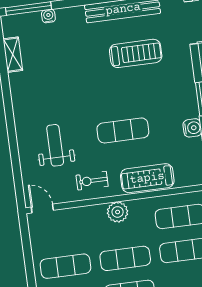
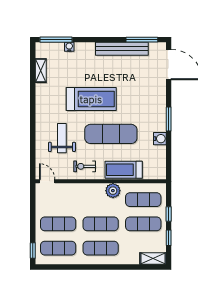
treadmill: (136, 53) -> (91, 99), moved, width x1.37, depth x1.38
exercise mat: (123, 130) -> (111, 134), width x1.36, depth x1.45
plant: (118, 212) -> (113, 191), moved

